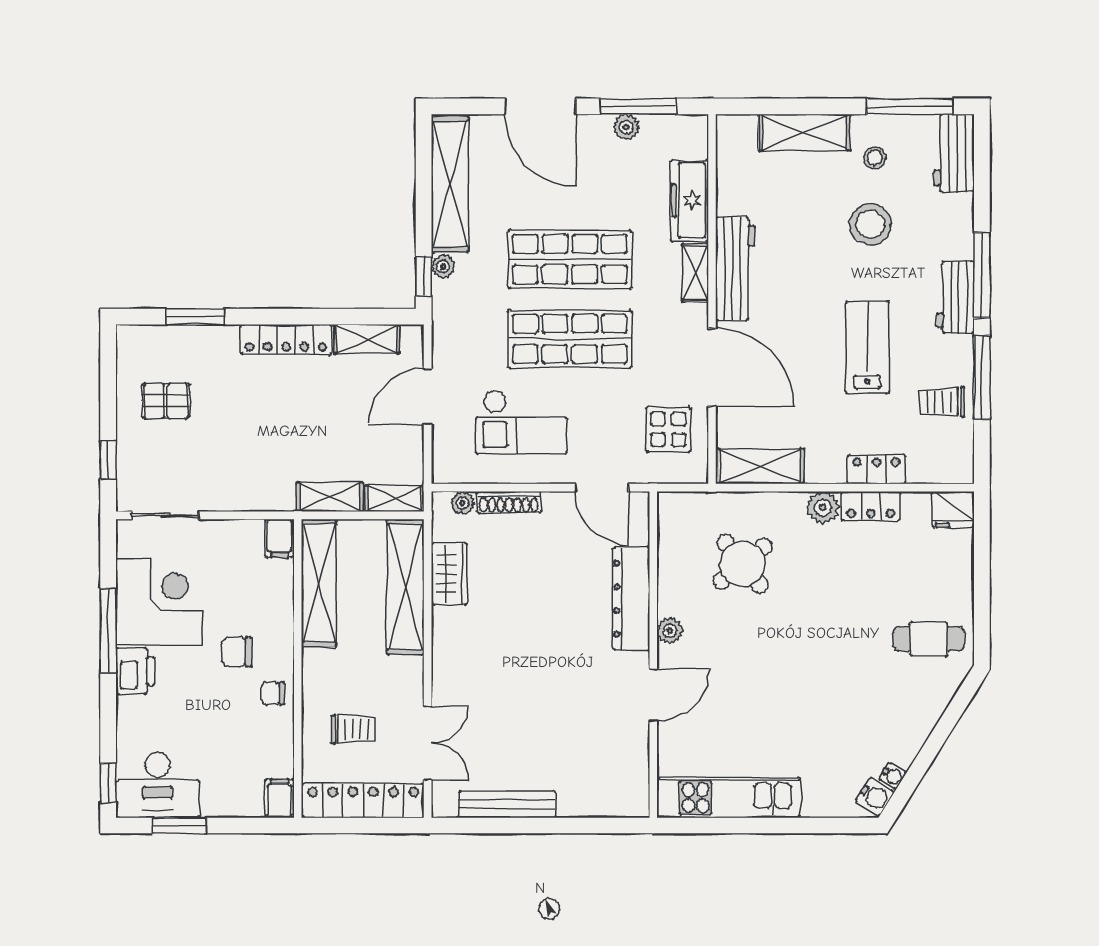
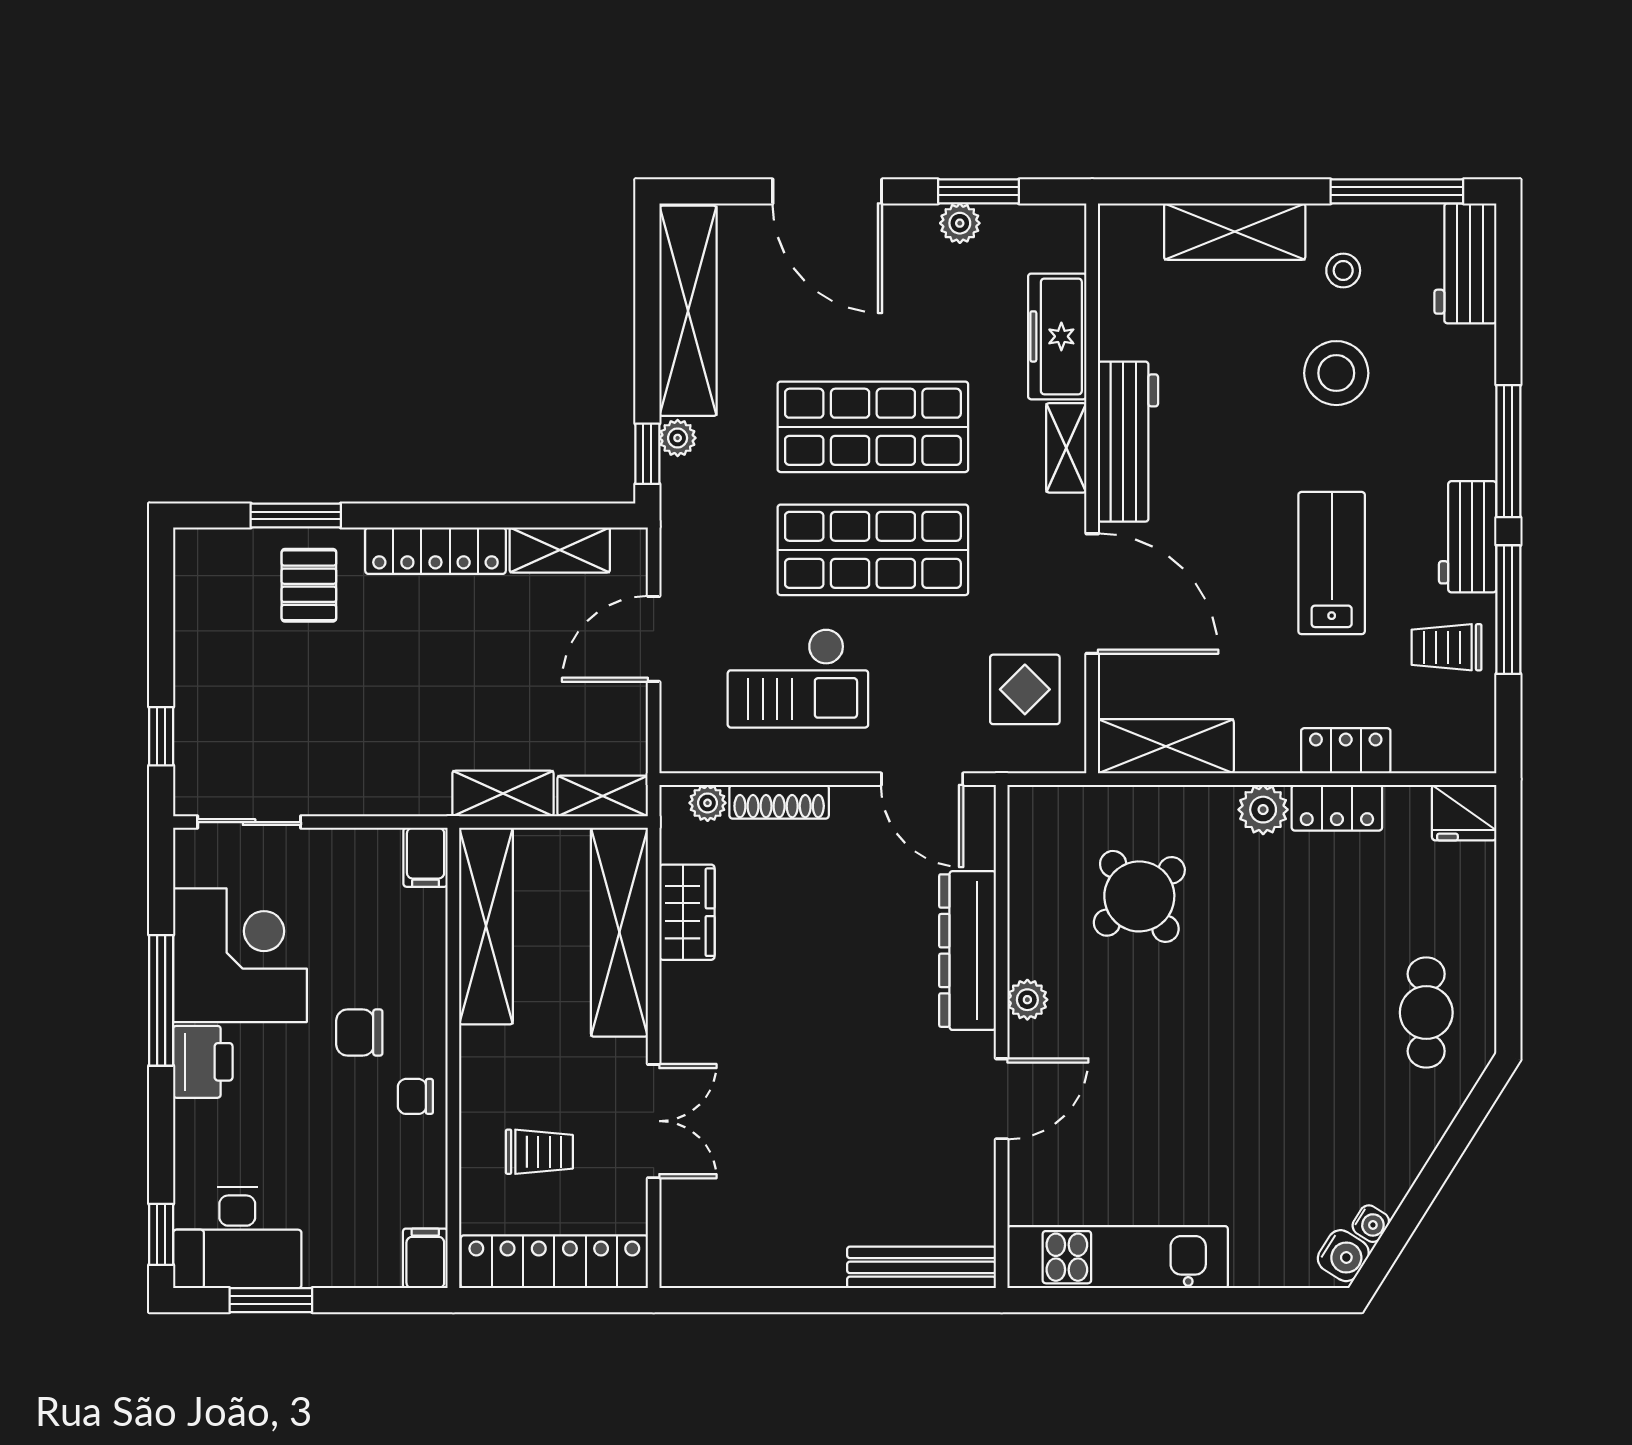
window: (638, 106) -> (979, 191), width x0.69
workbench: (956, 297) -> (1468, 537), moved
pallet: (166, 401) -> (309, 585), moved, turned 90
cafe table: (929, 639) -> (1426, 1013), turned 90
double door: (428, 743) -> (654, 1121), moved
bench: (507, 804) -> (921, 1267), moved

